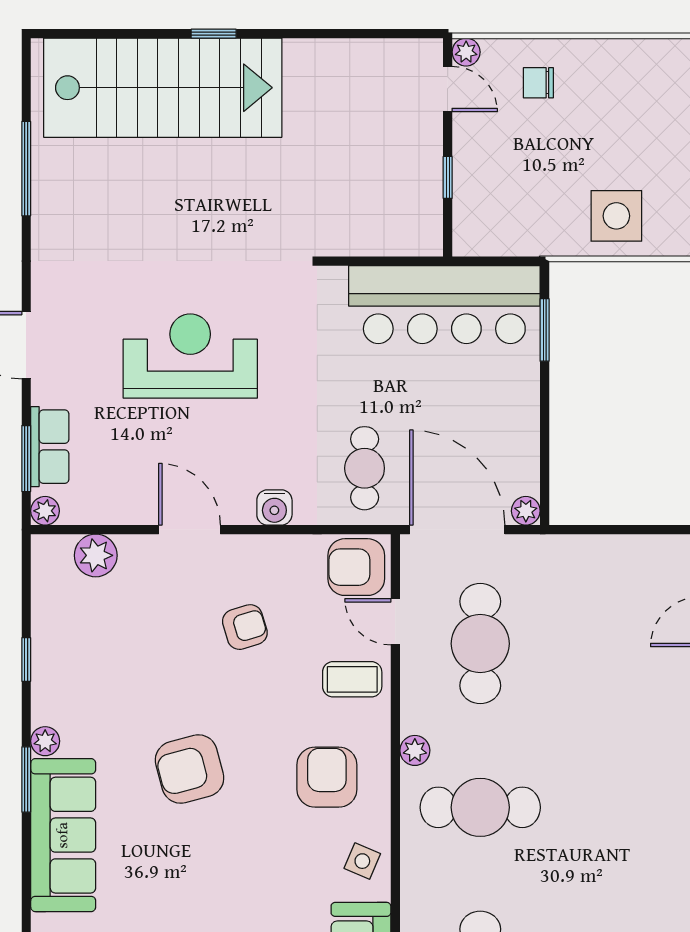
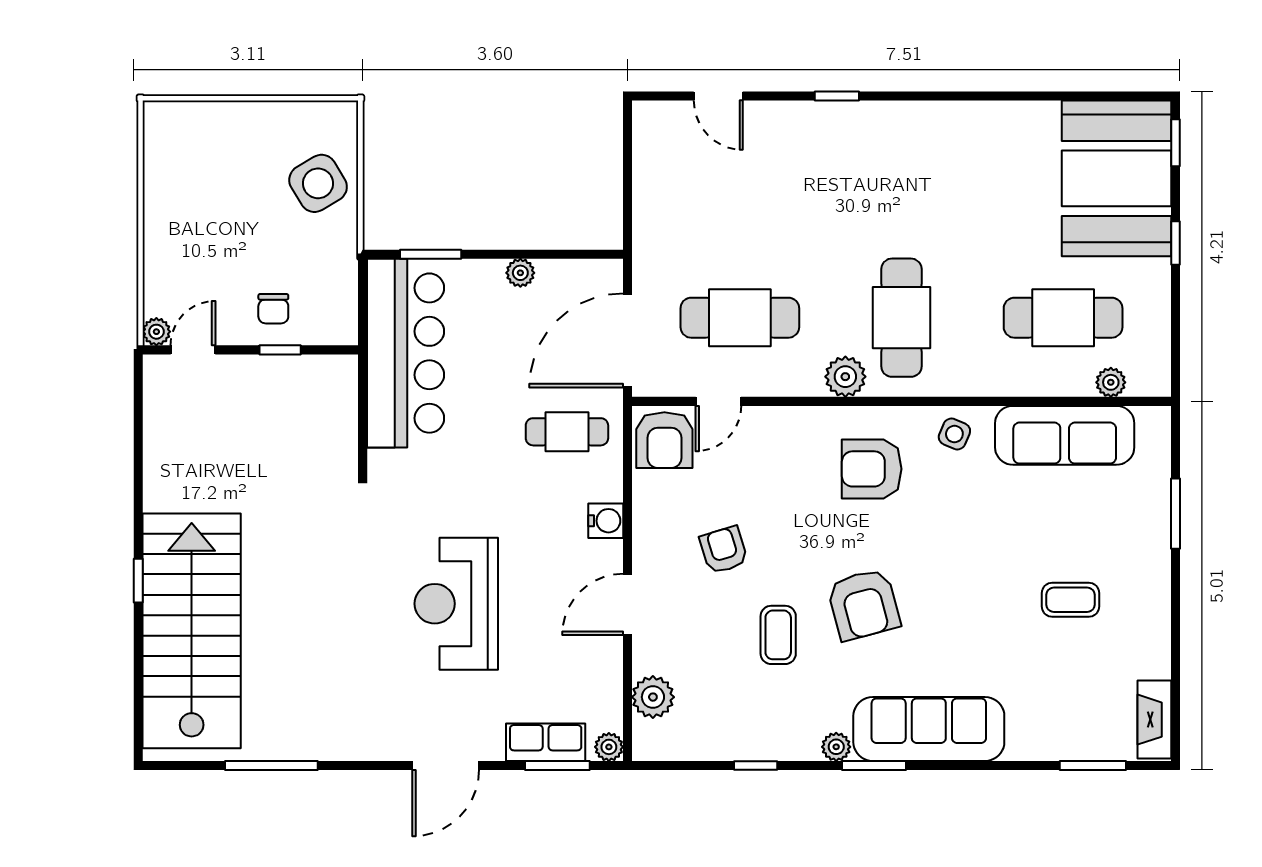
chair: (538, 83) -> (273, 309), moved
side table: (616, 216) -> (318, 183), turned -31
plant: (526, 511) -> (520, 273), moved
coffee table: (352, 679) -> (778, 635), moved
plant: (415, 750) -> (845, 377), width x1.38, depth x1.38

